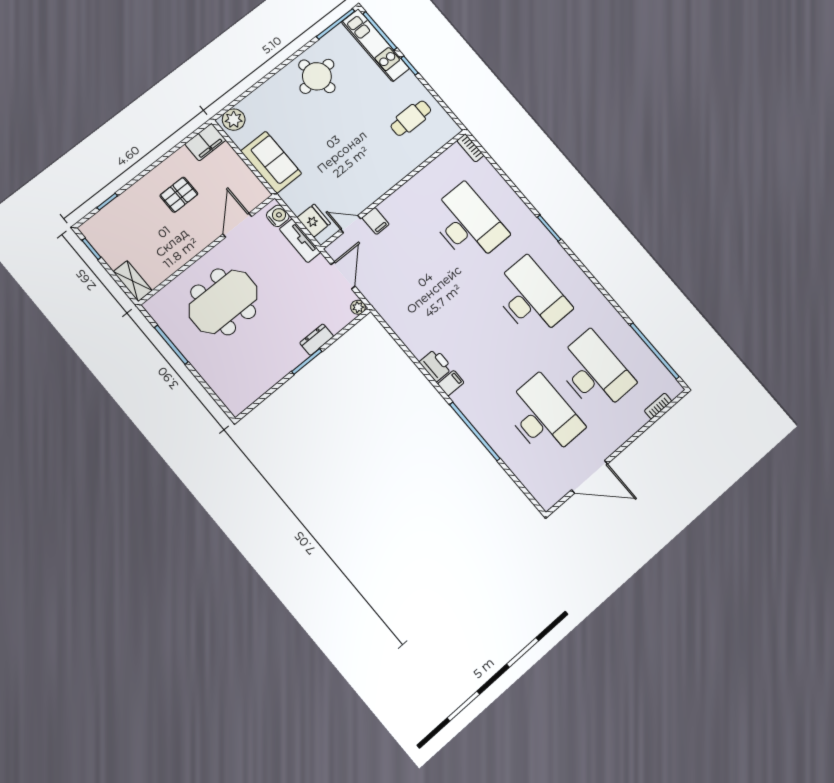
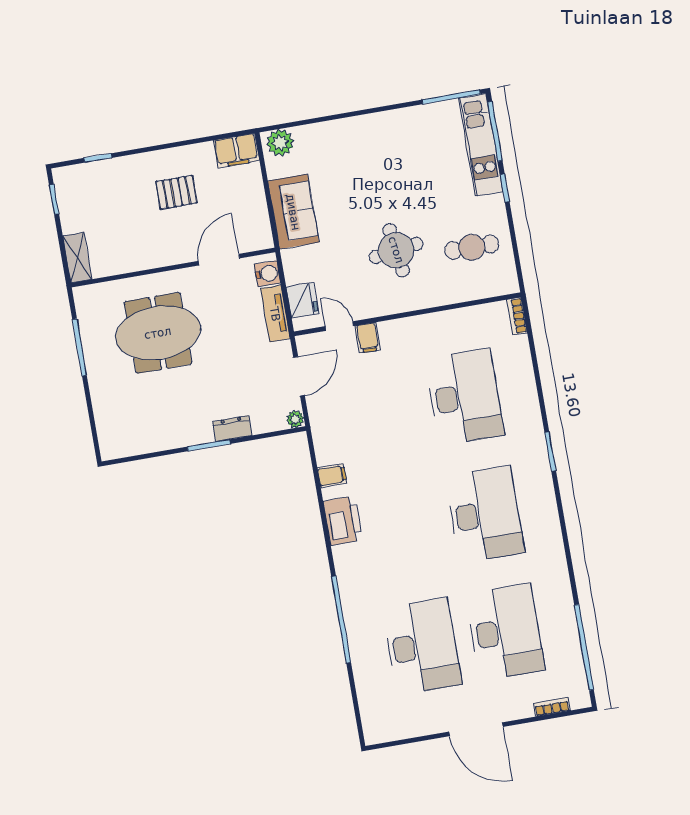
round table: (317, 76) -> (396, 250), moved
printer: (436, 365) -> (343, 521), width x1.37, depth x1.19
filing cabinet: (451, 383) -> (332, 476), moved
door: (589, 477) -> (476, 729), moved

